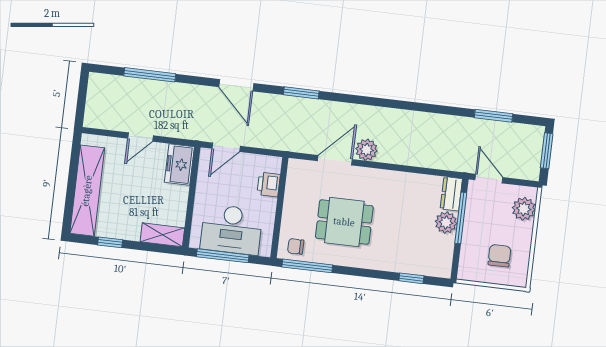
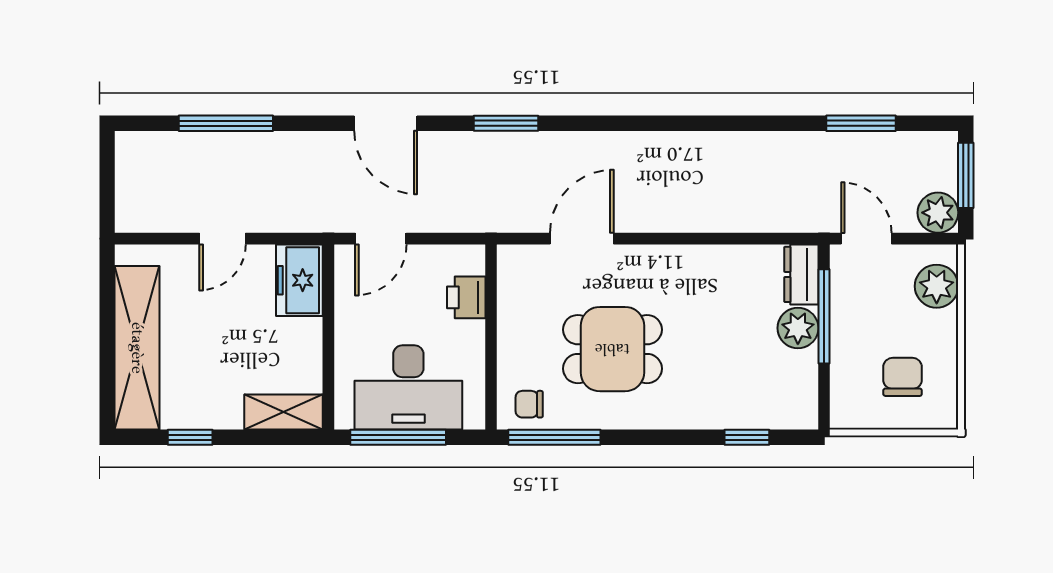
plant: (367, 150) -> (938, 213), moved

